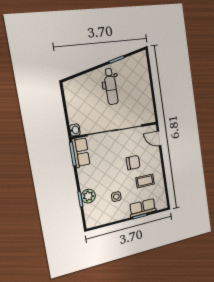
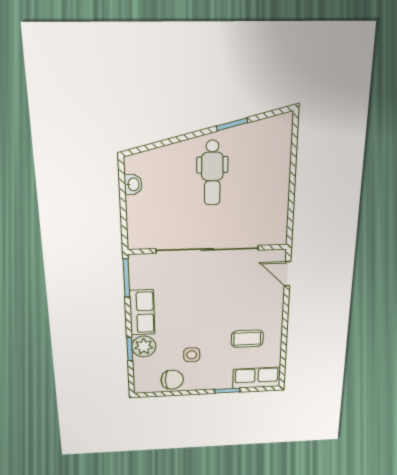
washbasin: (75, 130) -> (133, 184), moved
row of seats: (81, 152) -> (142, 312), moved
chair: (133, 163) -> (172, 380), moved
row of seats: (143, 208) -> (256, 378), moved

